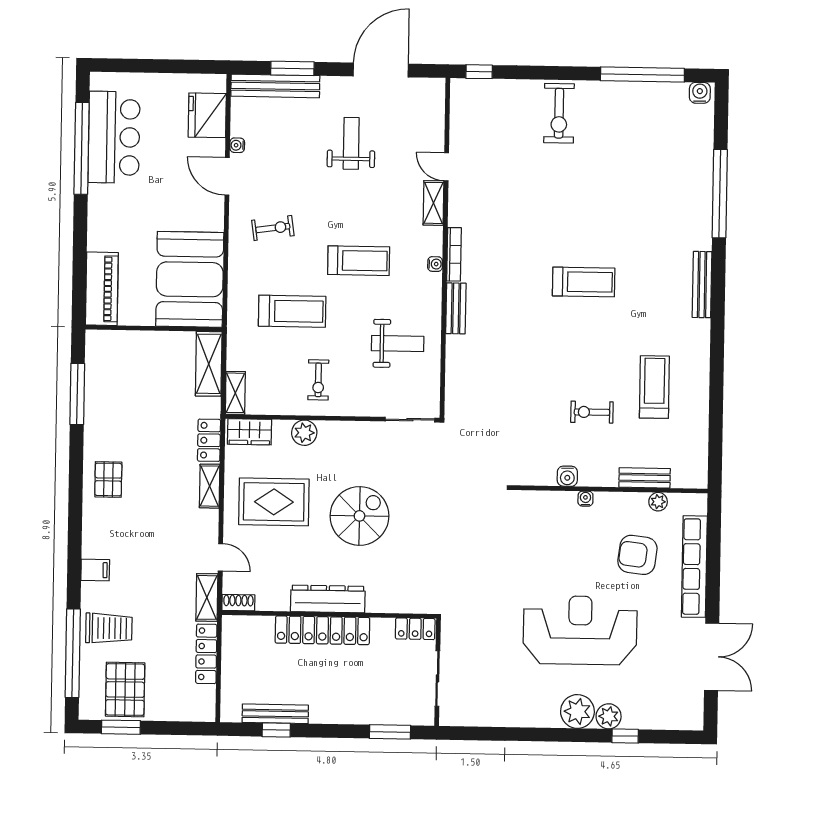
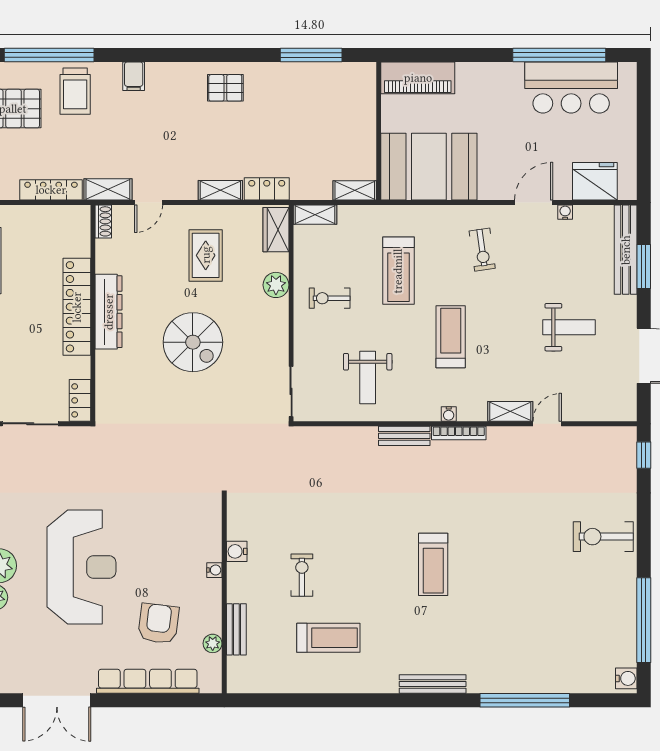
treadmill: (359, 261) -> (451, 337), turned 180
shelving: (209, 364) -> (355, 190), width x0.67, depth x0.75
rug: (274, 502) -> (206, 255), width x0.73, depth x0.70

